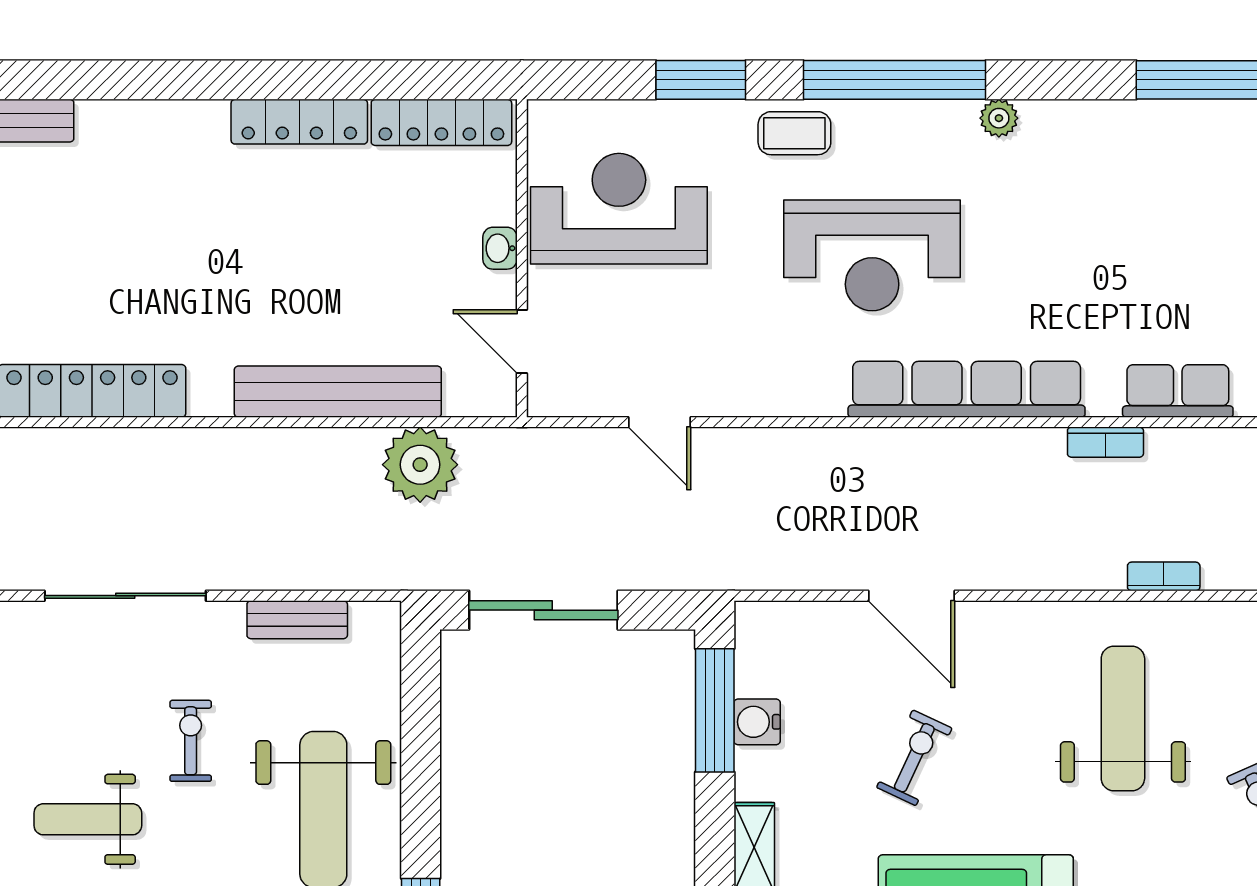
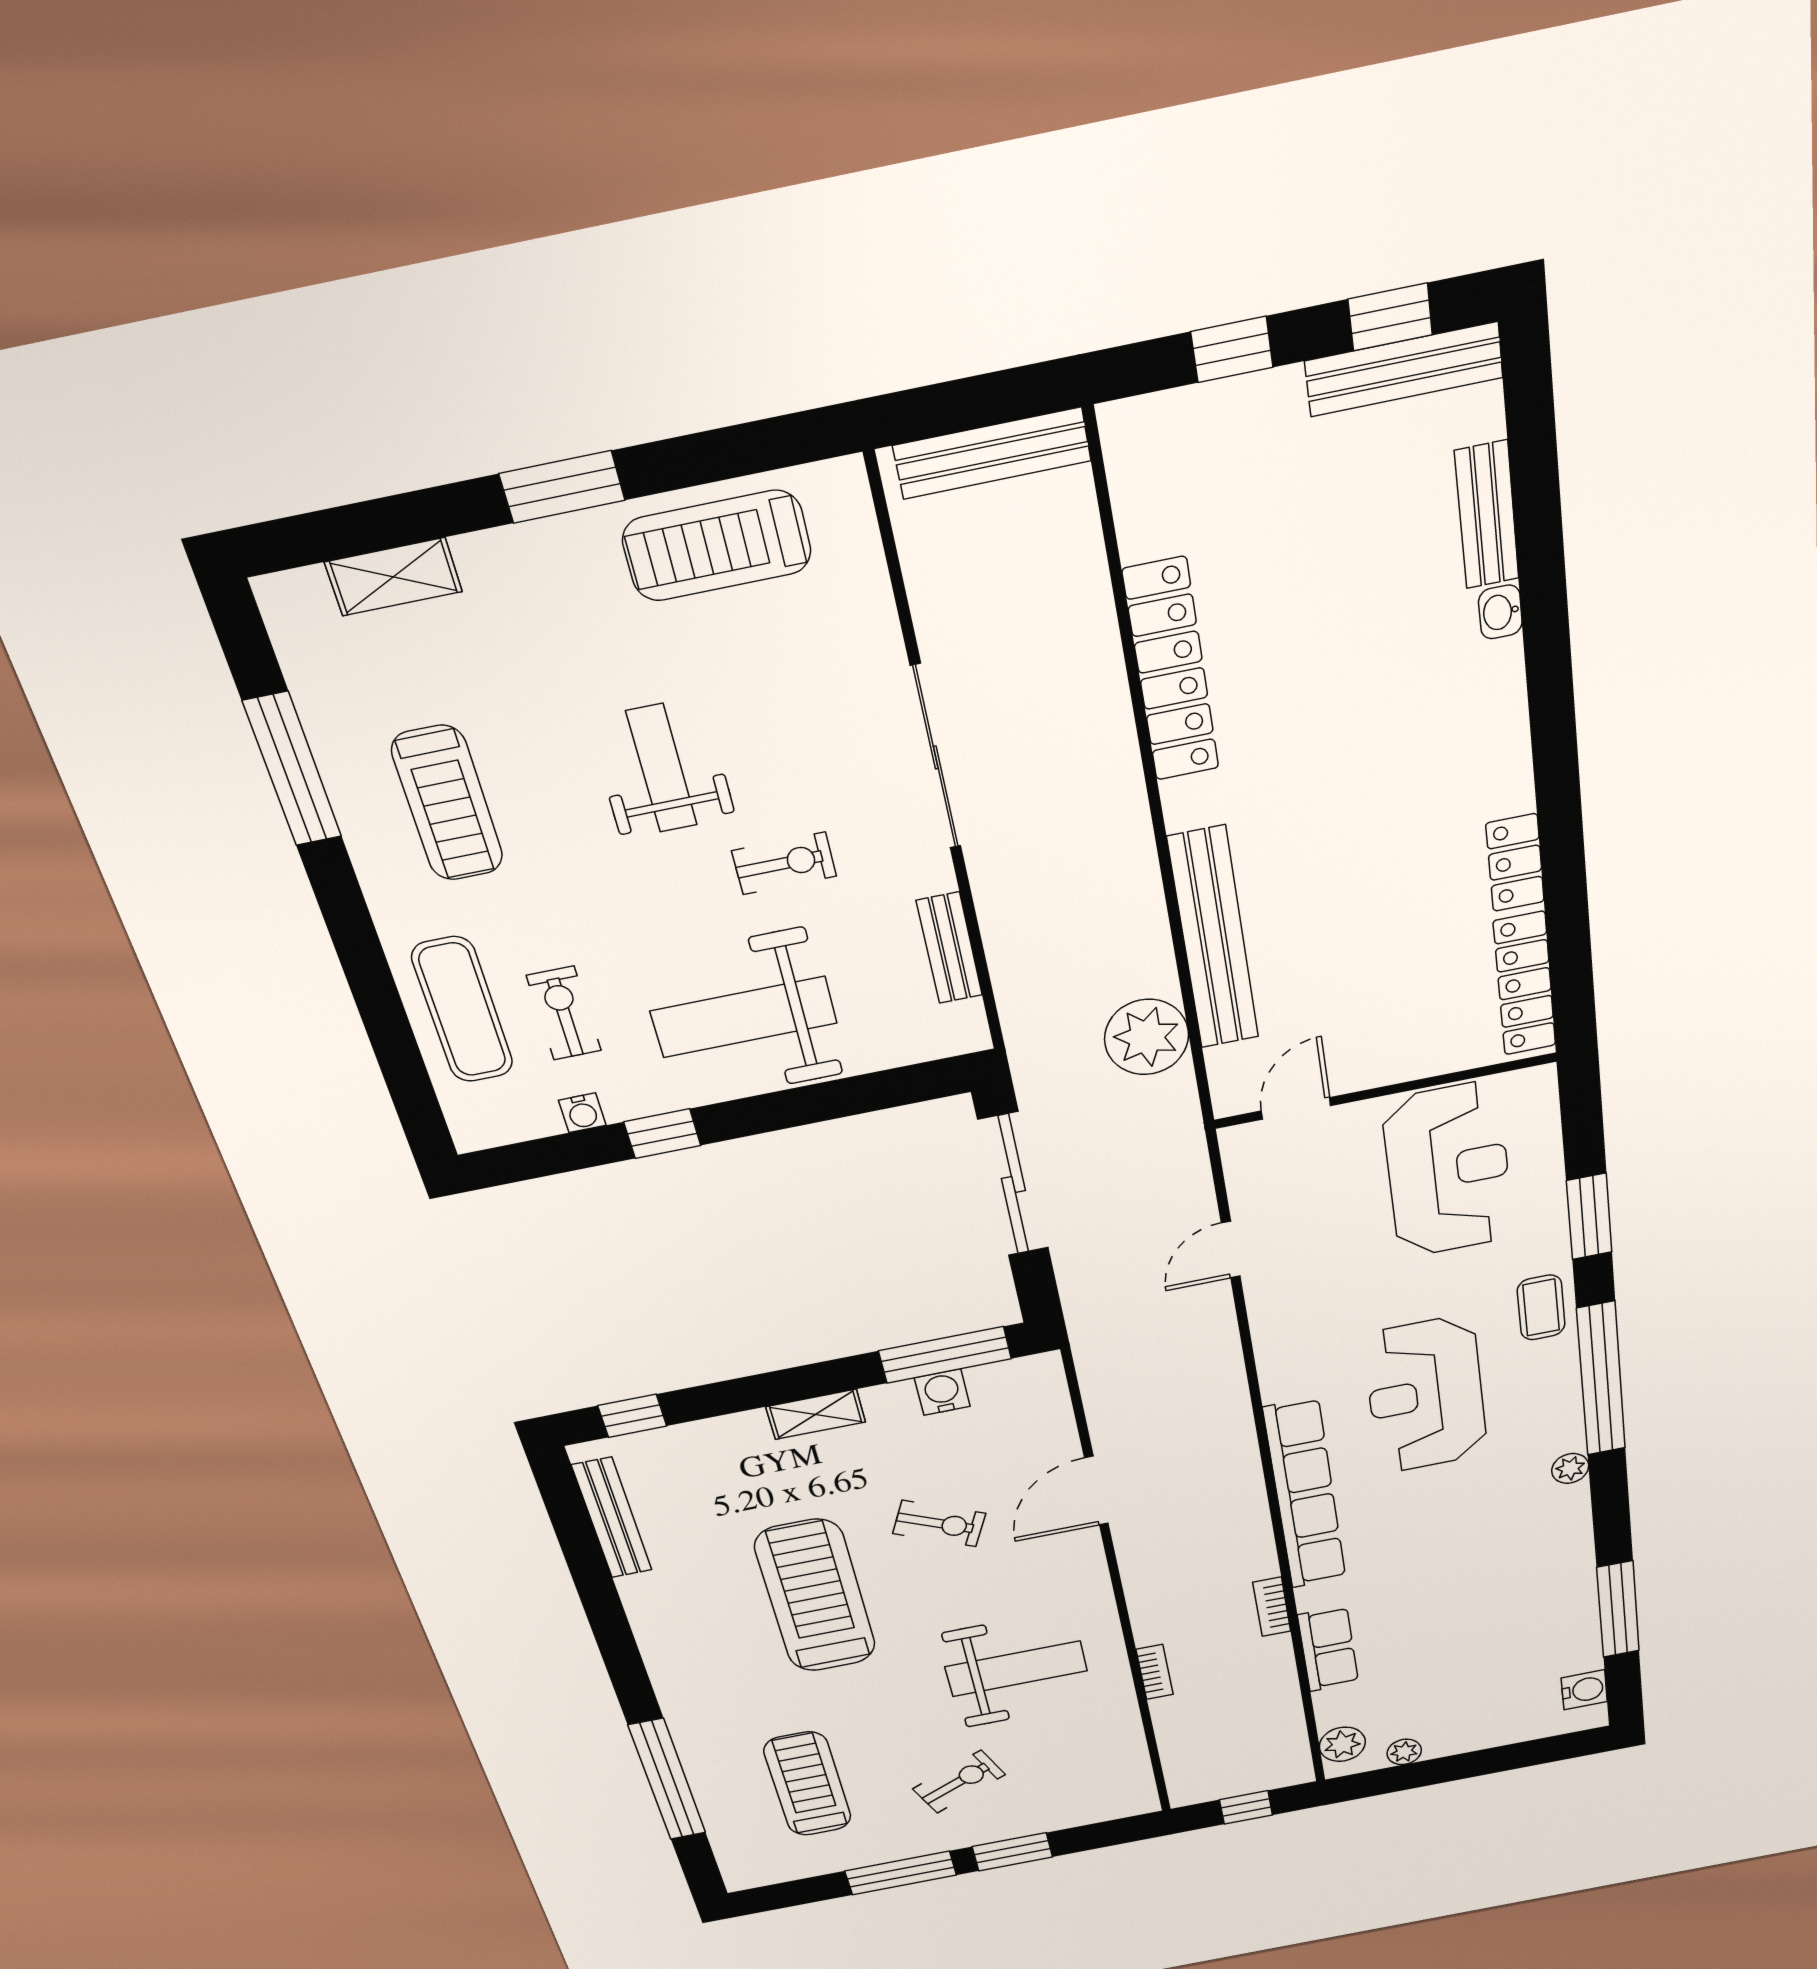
locker: (299, 122) -> (1515, 863), width x0.66
washbasin: (500, 248) -> (1500, 612), moved, turned -90

